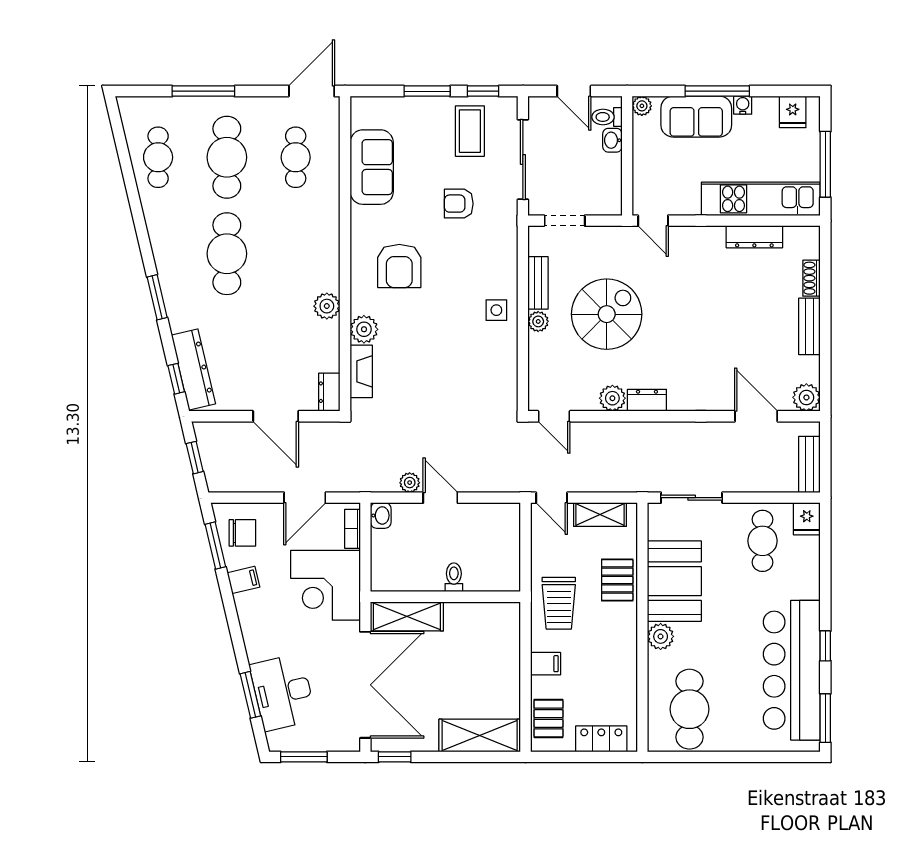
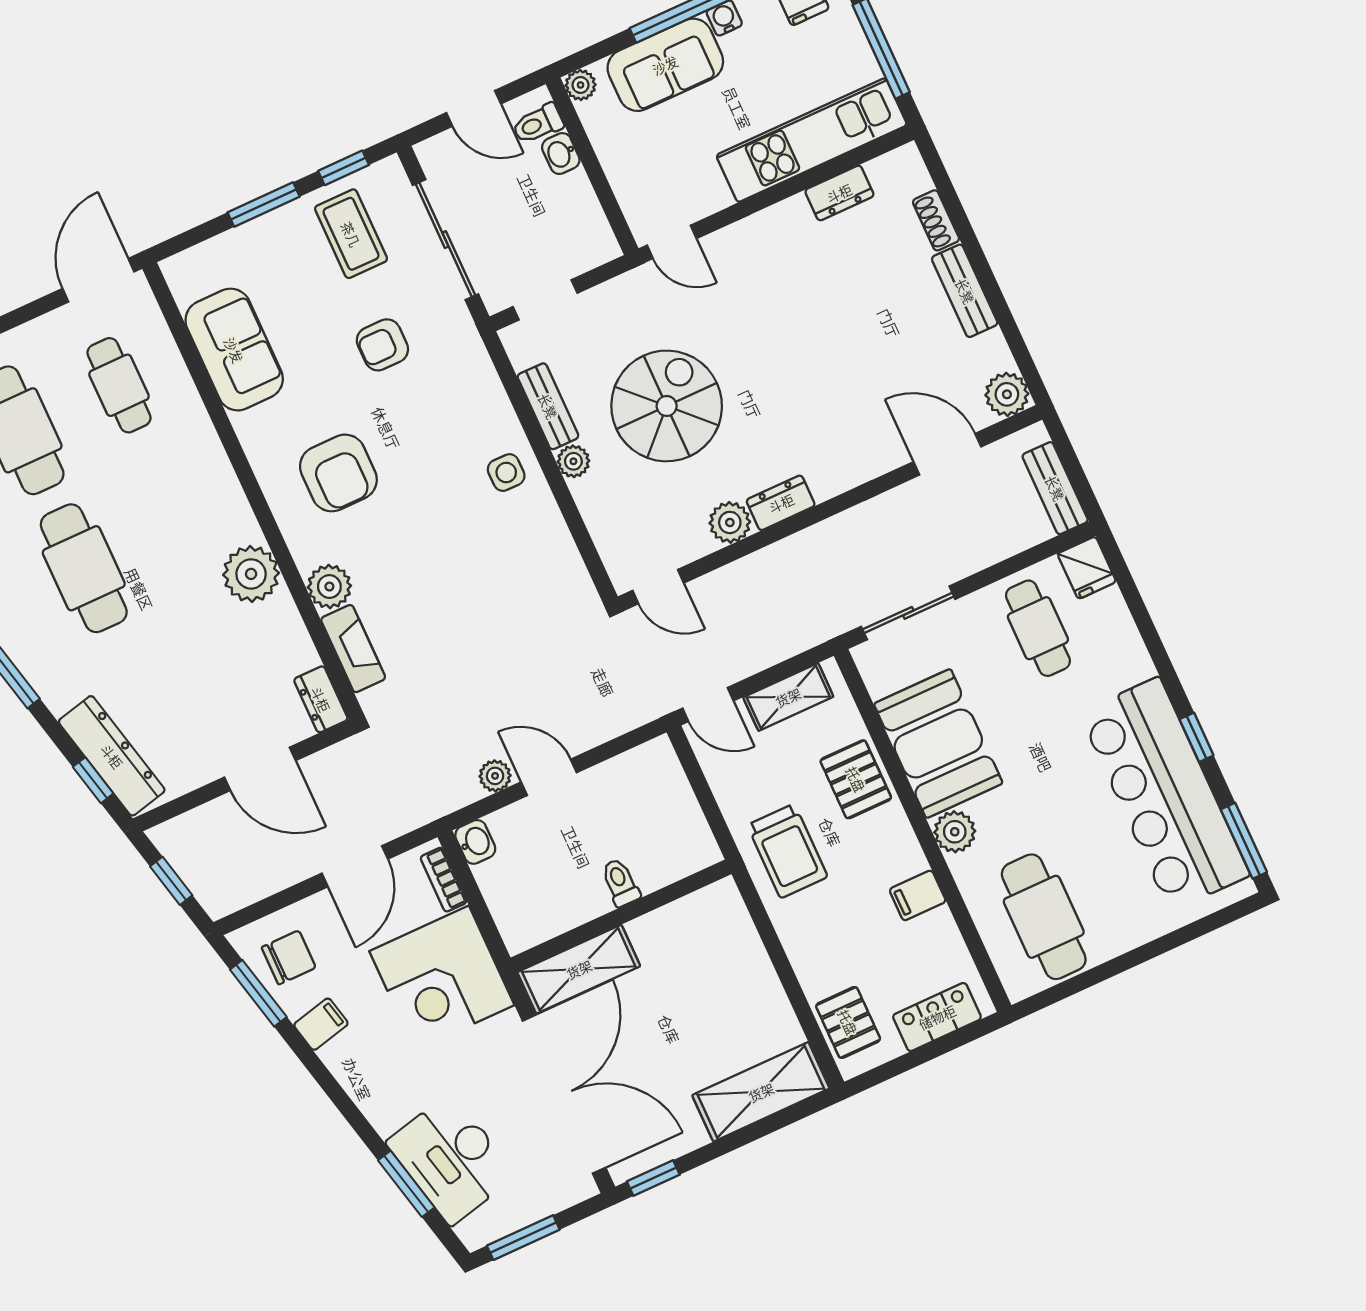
dresser: (754, 237) -> (839, 193), width x0.70
plant: (327, 306) -> (251, 574), width x1.36, depth x1.36
filing cabinet: (546, 664) -> (918, 895), moved, turned 180

